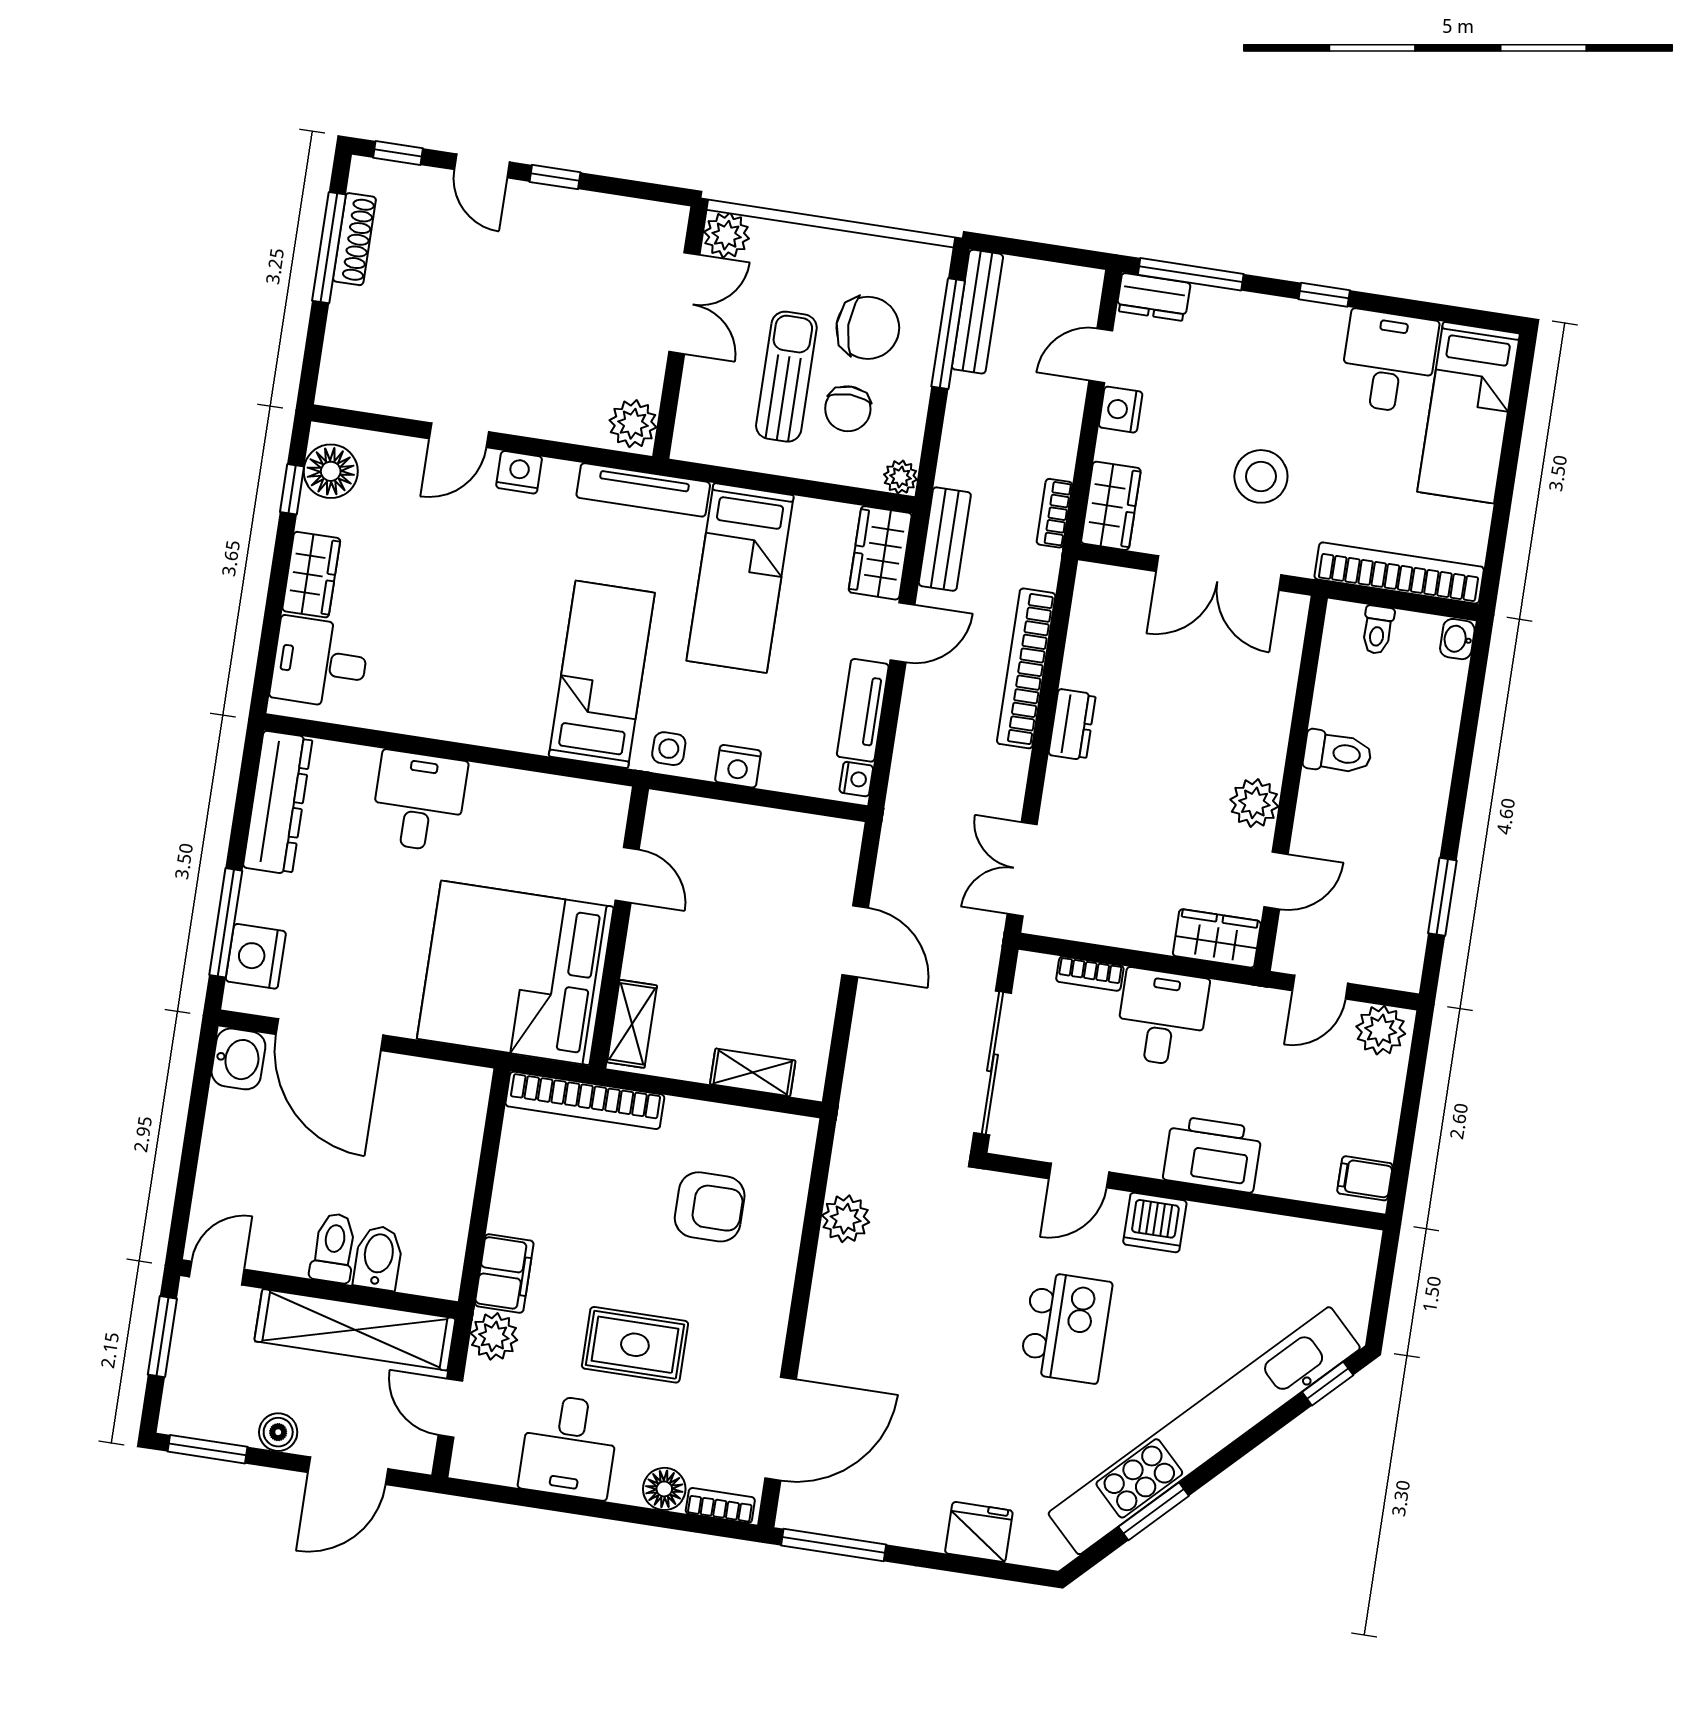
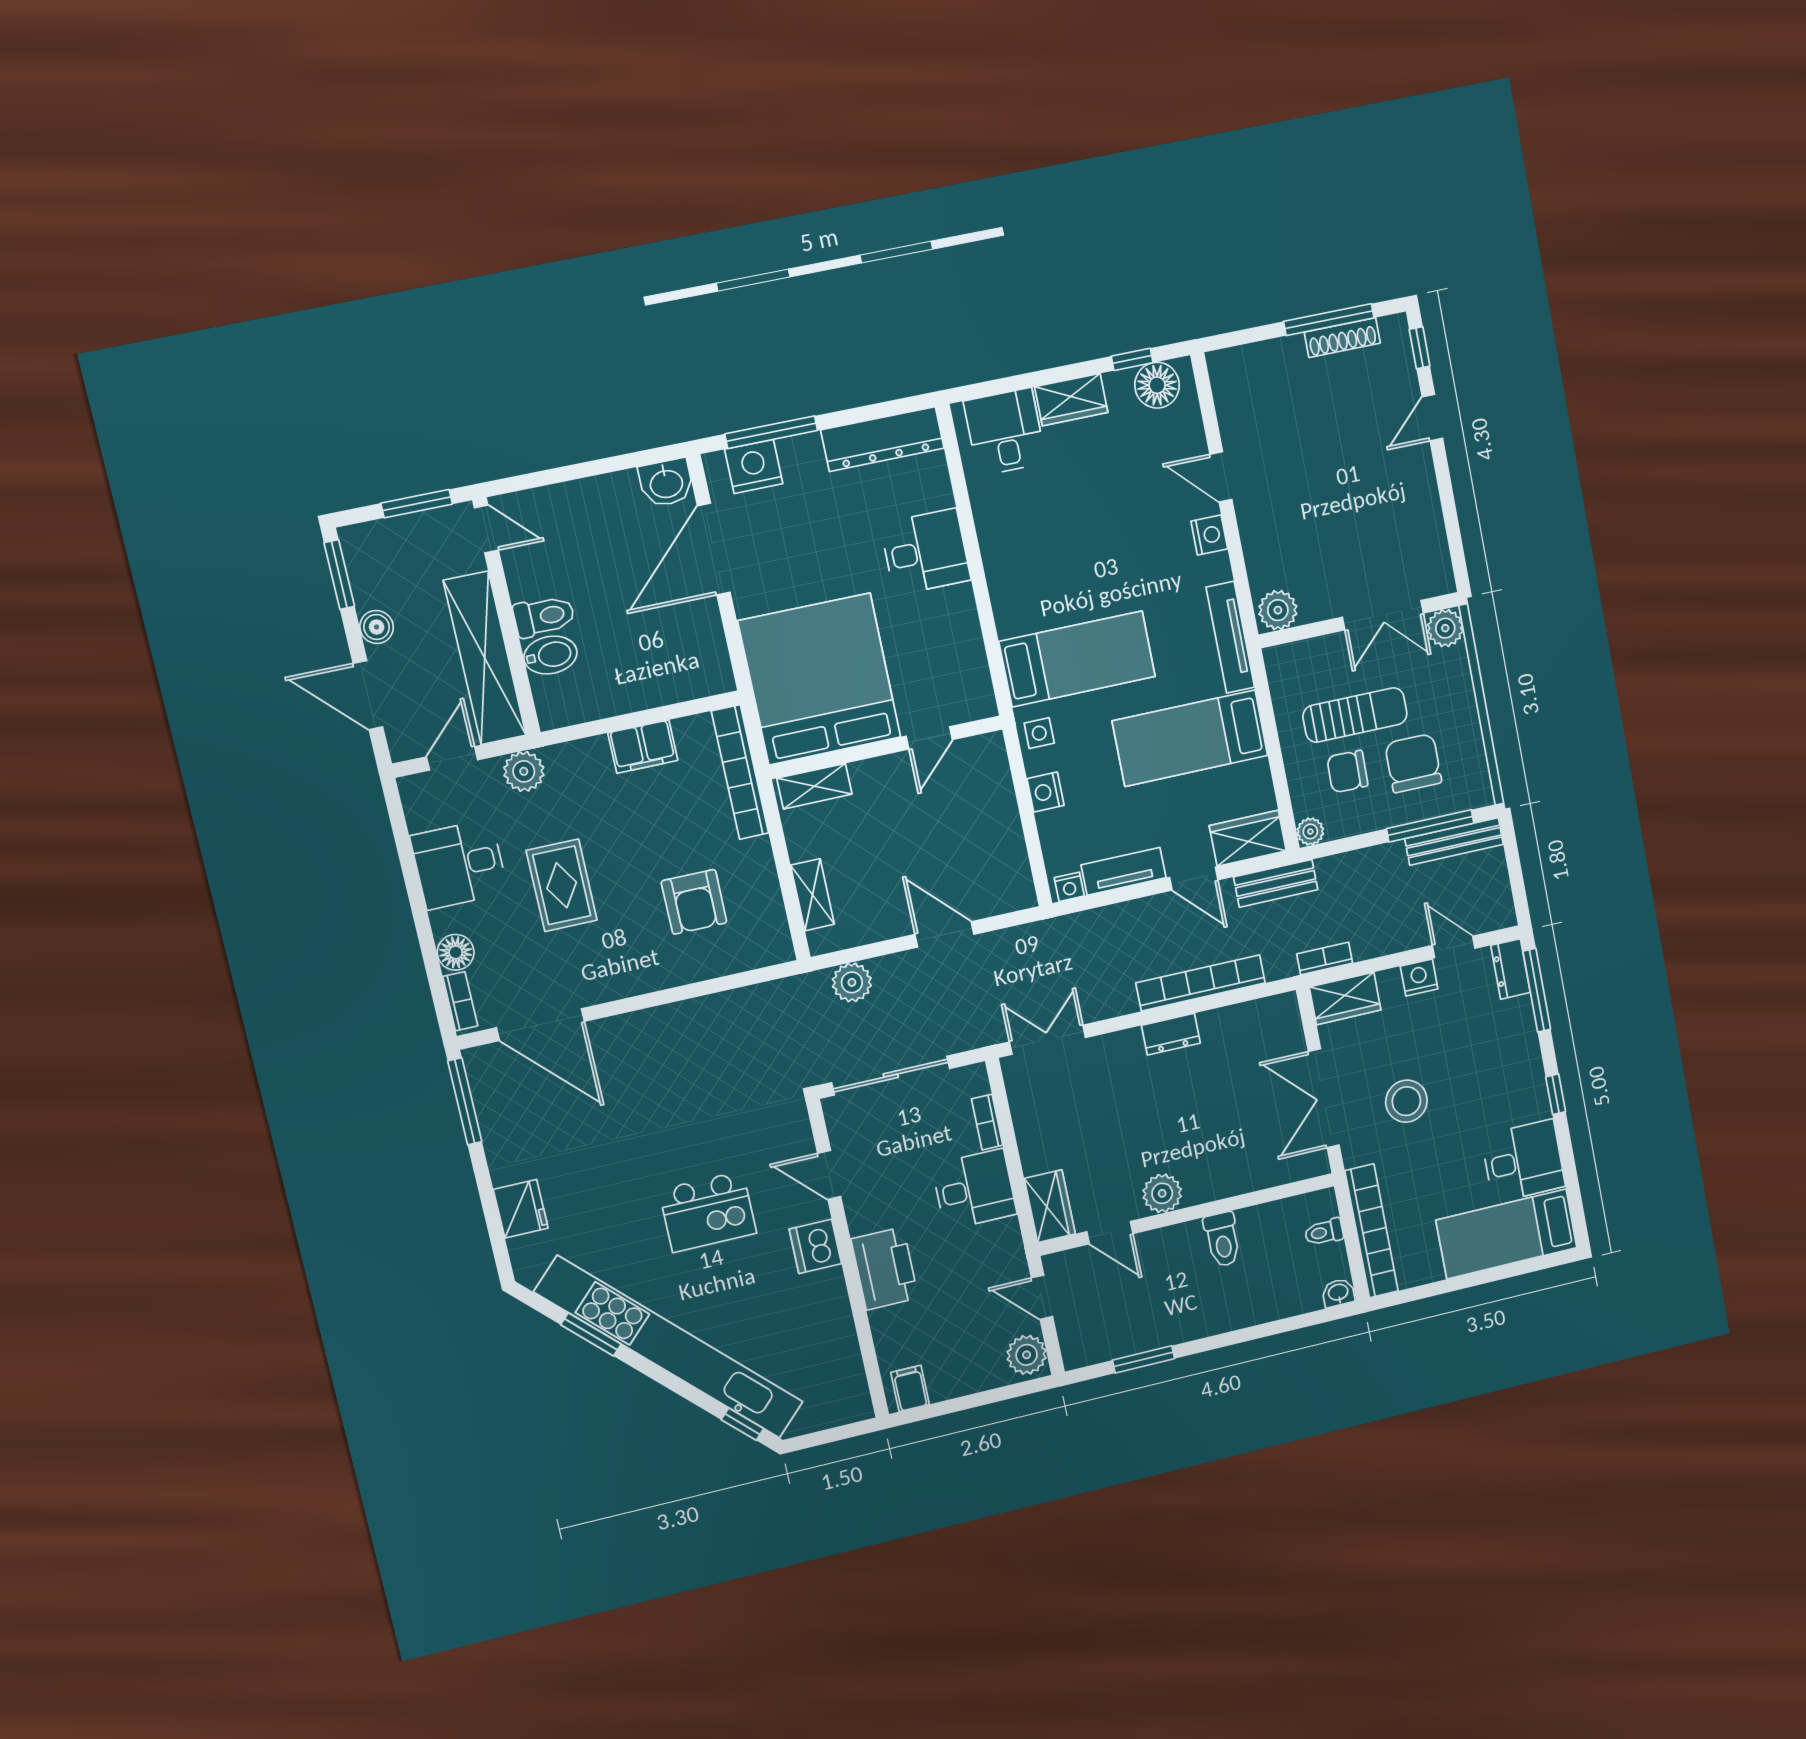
window: (555, 177) -> (1443, 478), removed
chair: (868, 328) -> (1413, 763), turned 180
door: (855, 941) -> (944, 934), swing flipped
plant: (846, 1219) -> (852, 982), moved
filing cabinet: (504, 1273) -> (643, 747), moved

